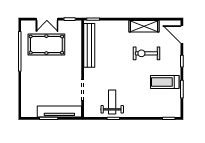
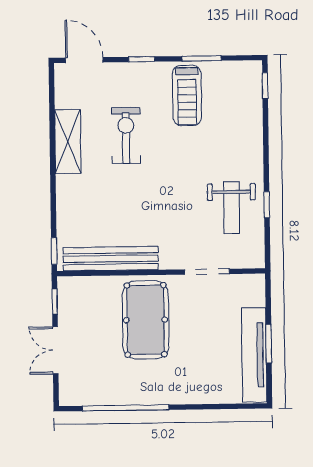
double door: (47, 19) -> (55, 350), swing flipped
door: (182, 34) -> (84, 60), swing flipped
pool table: (46, 45) -> (146, 320), moved
exercise bike: (146, 53) -> (126, 135), turned 180
weight bench: (112, 102) -> (232, 208), turned -90
tv unit: (59, 112) -> (254, 355), moved

